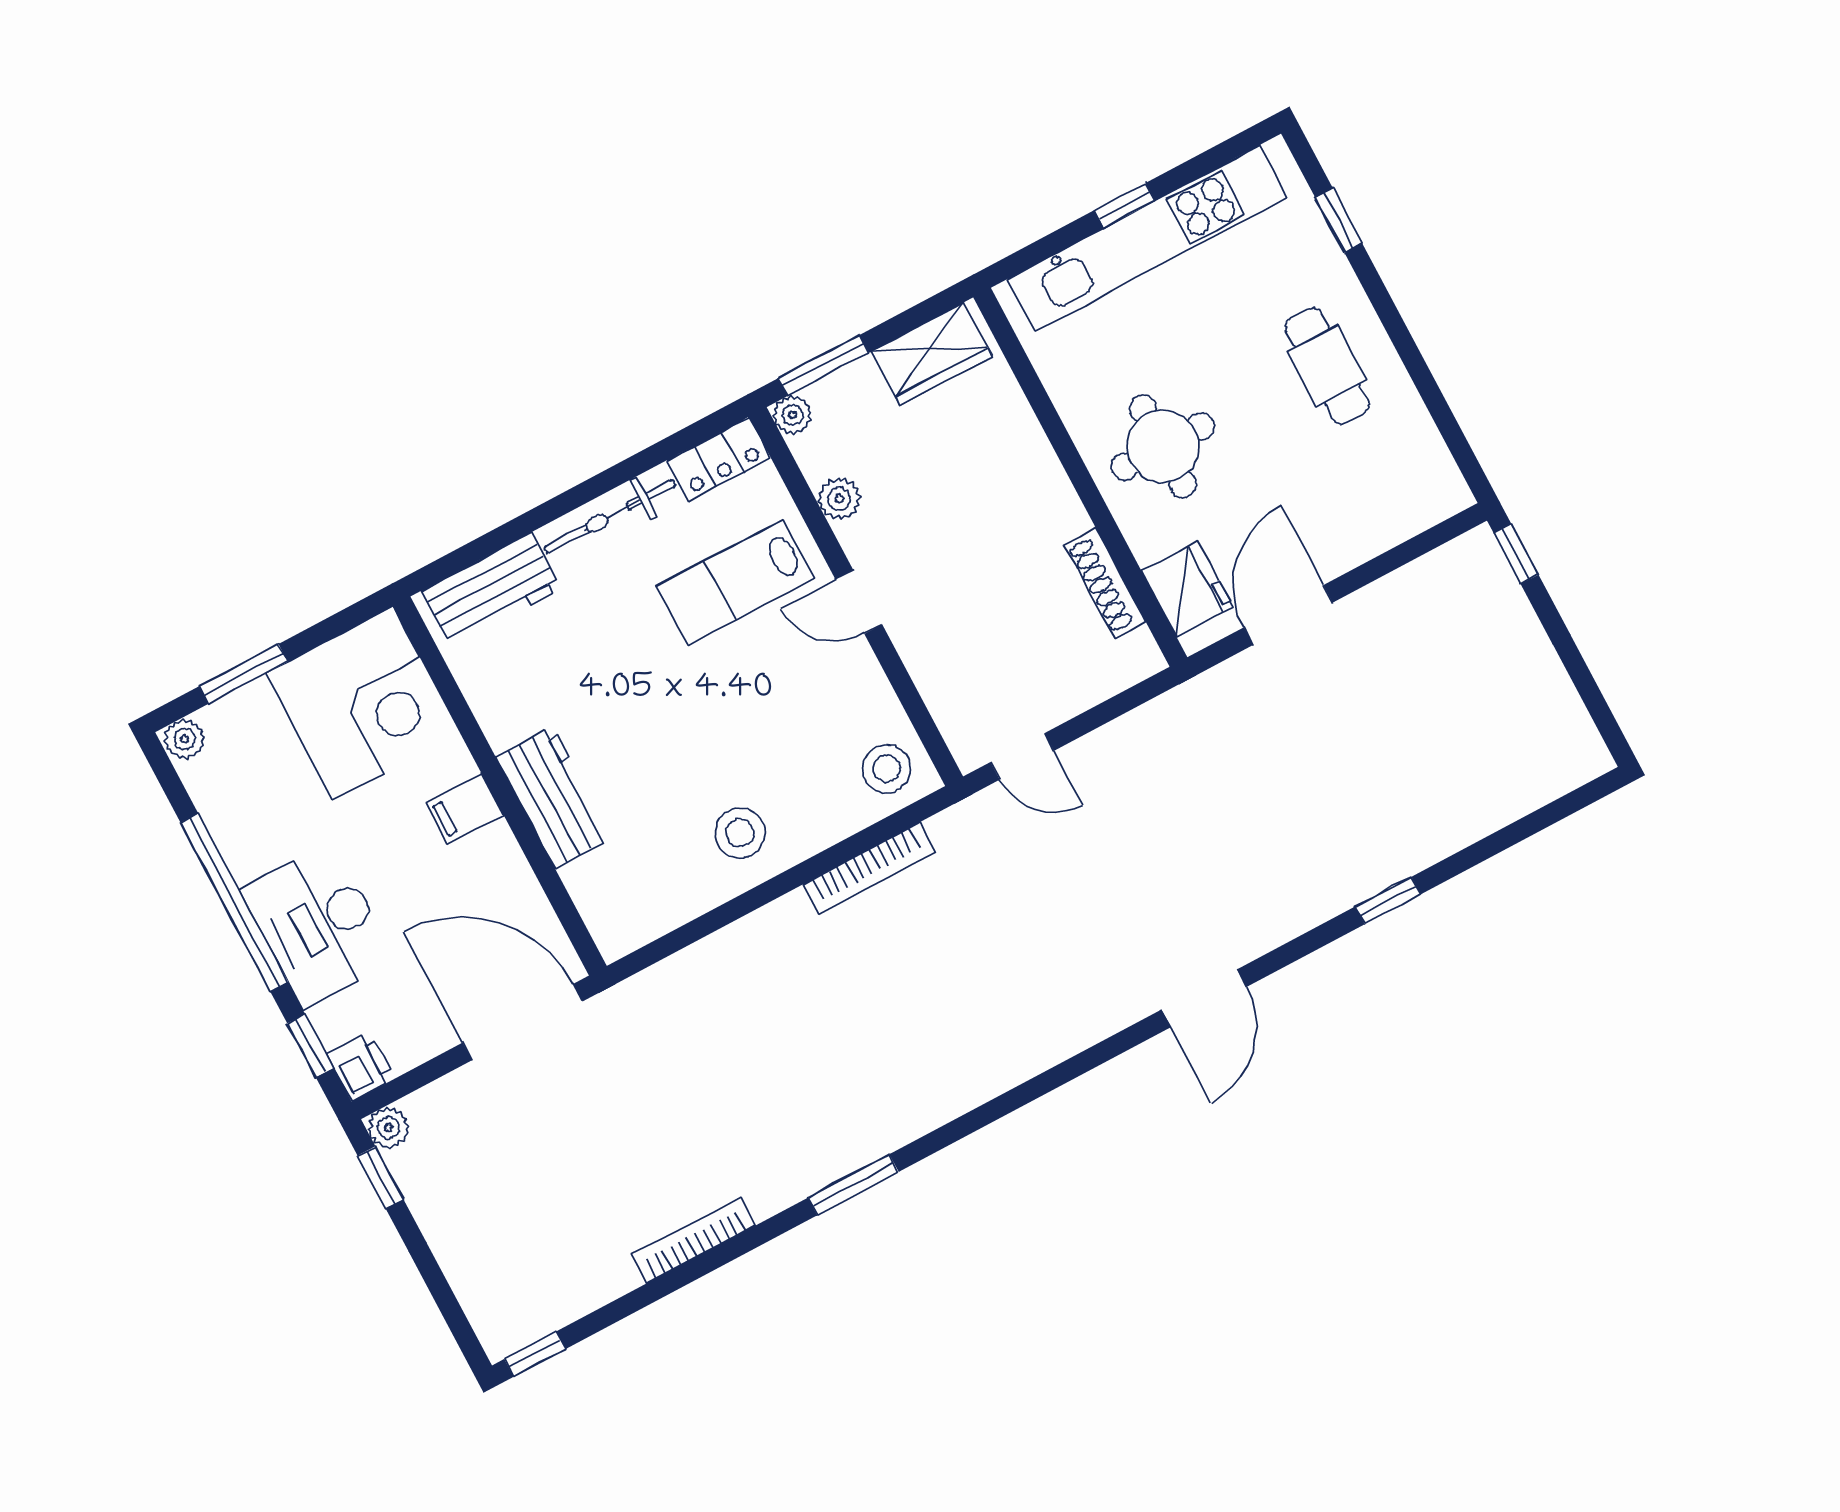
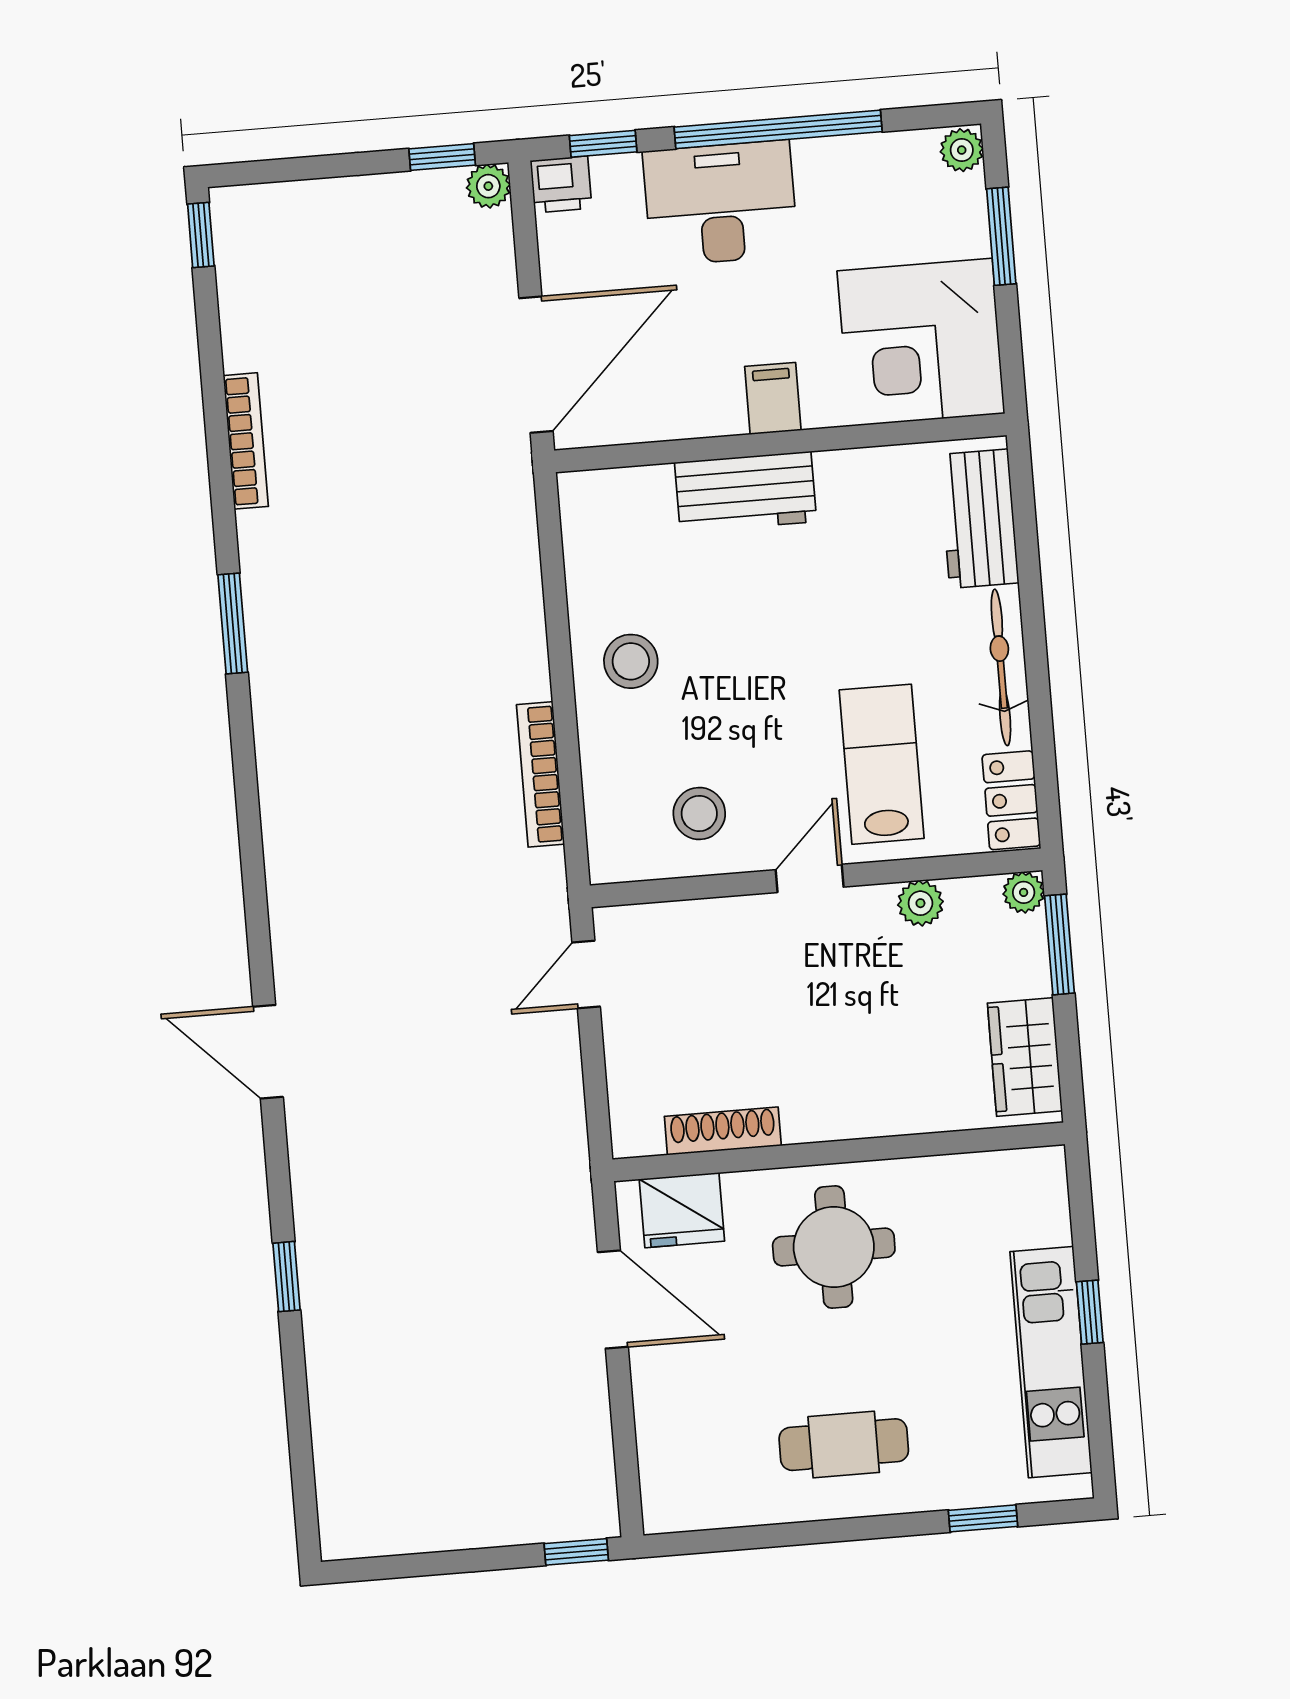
kitchen unit: (1148, 238) -> (1051, 1362), width x0.73
stool: (887, 769) -> (699, 813), moved

